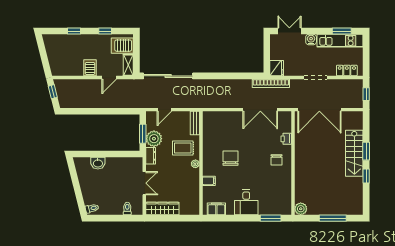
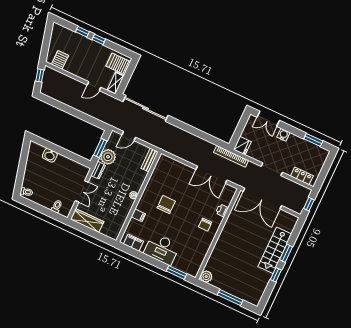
window: (105, 31) -> (99, 39), moved
double door: (289, 31) -> (268, 119), swing flipped
kitchen unit: (340, 41) -> (308, 148), removed
server rack: (90, 68) -> (60, 60), moved
rug: (183, 148) -> (129, 176), removed
desk: (246, 202) -> (162, 249), width x1.37

